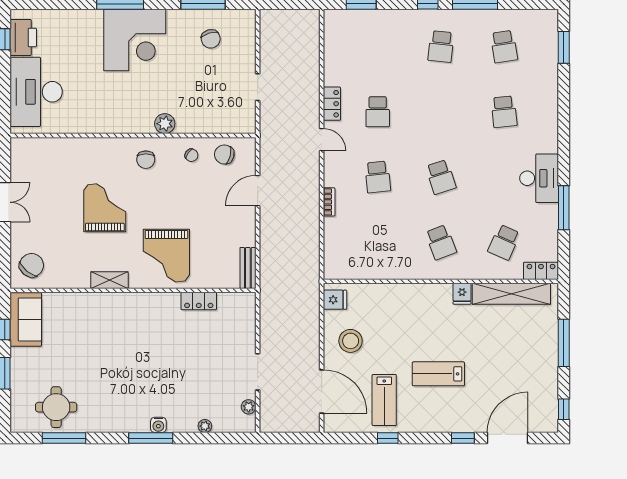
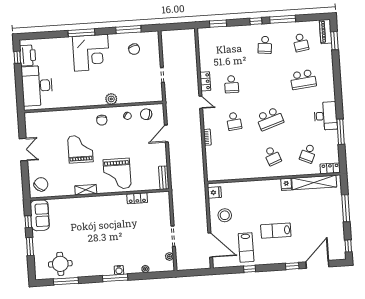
piano: (549, 30) -> (326, 32), added
school desk: (504, 112) -> (303, 79), width x1.85
school desk: (441, 177) -> (270, 119), width x1.85

